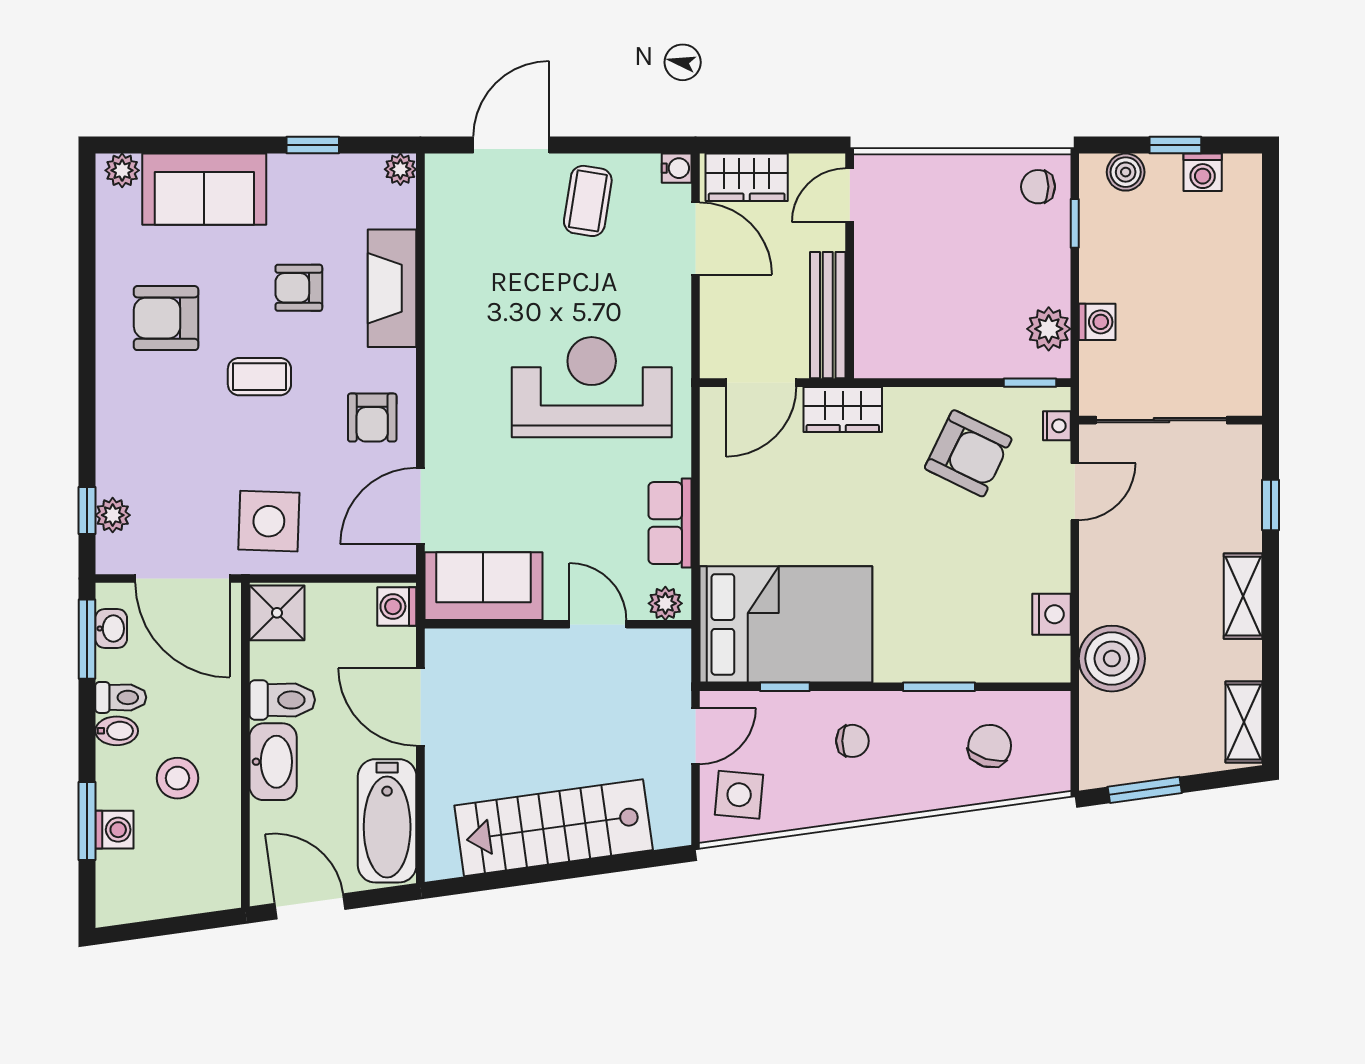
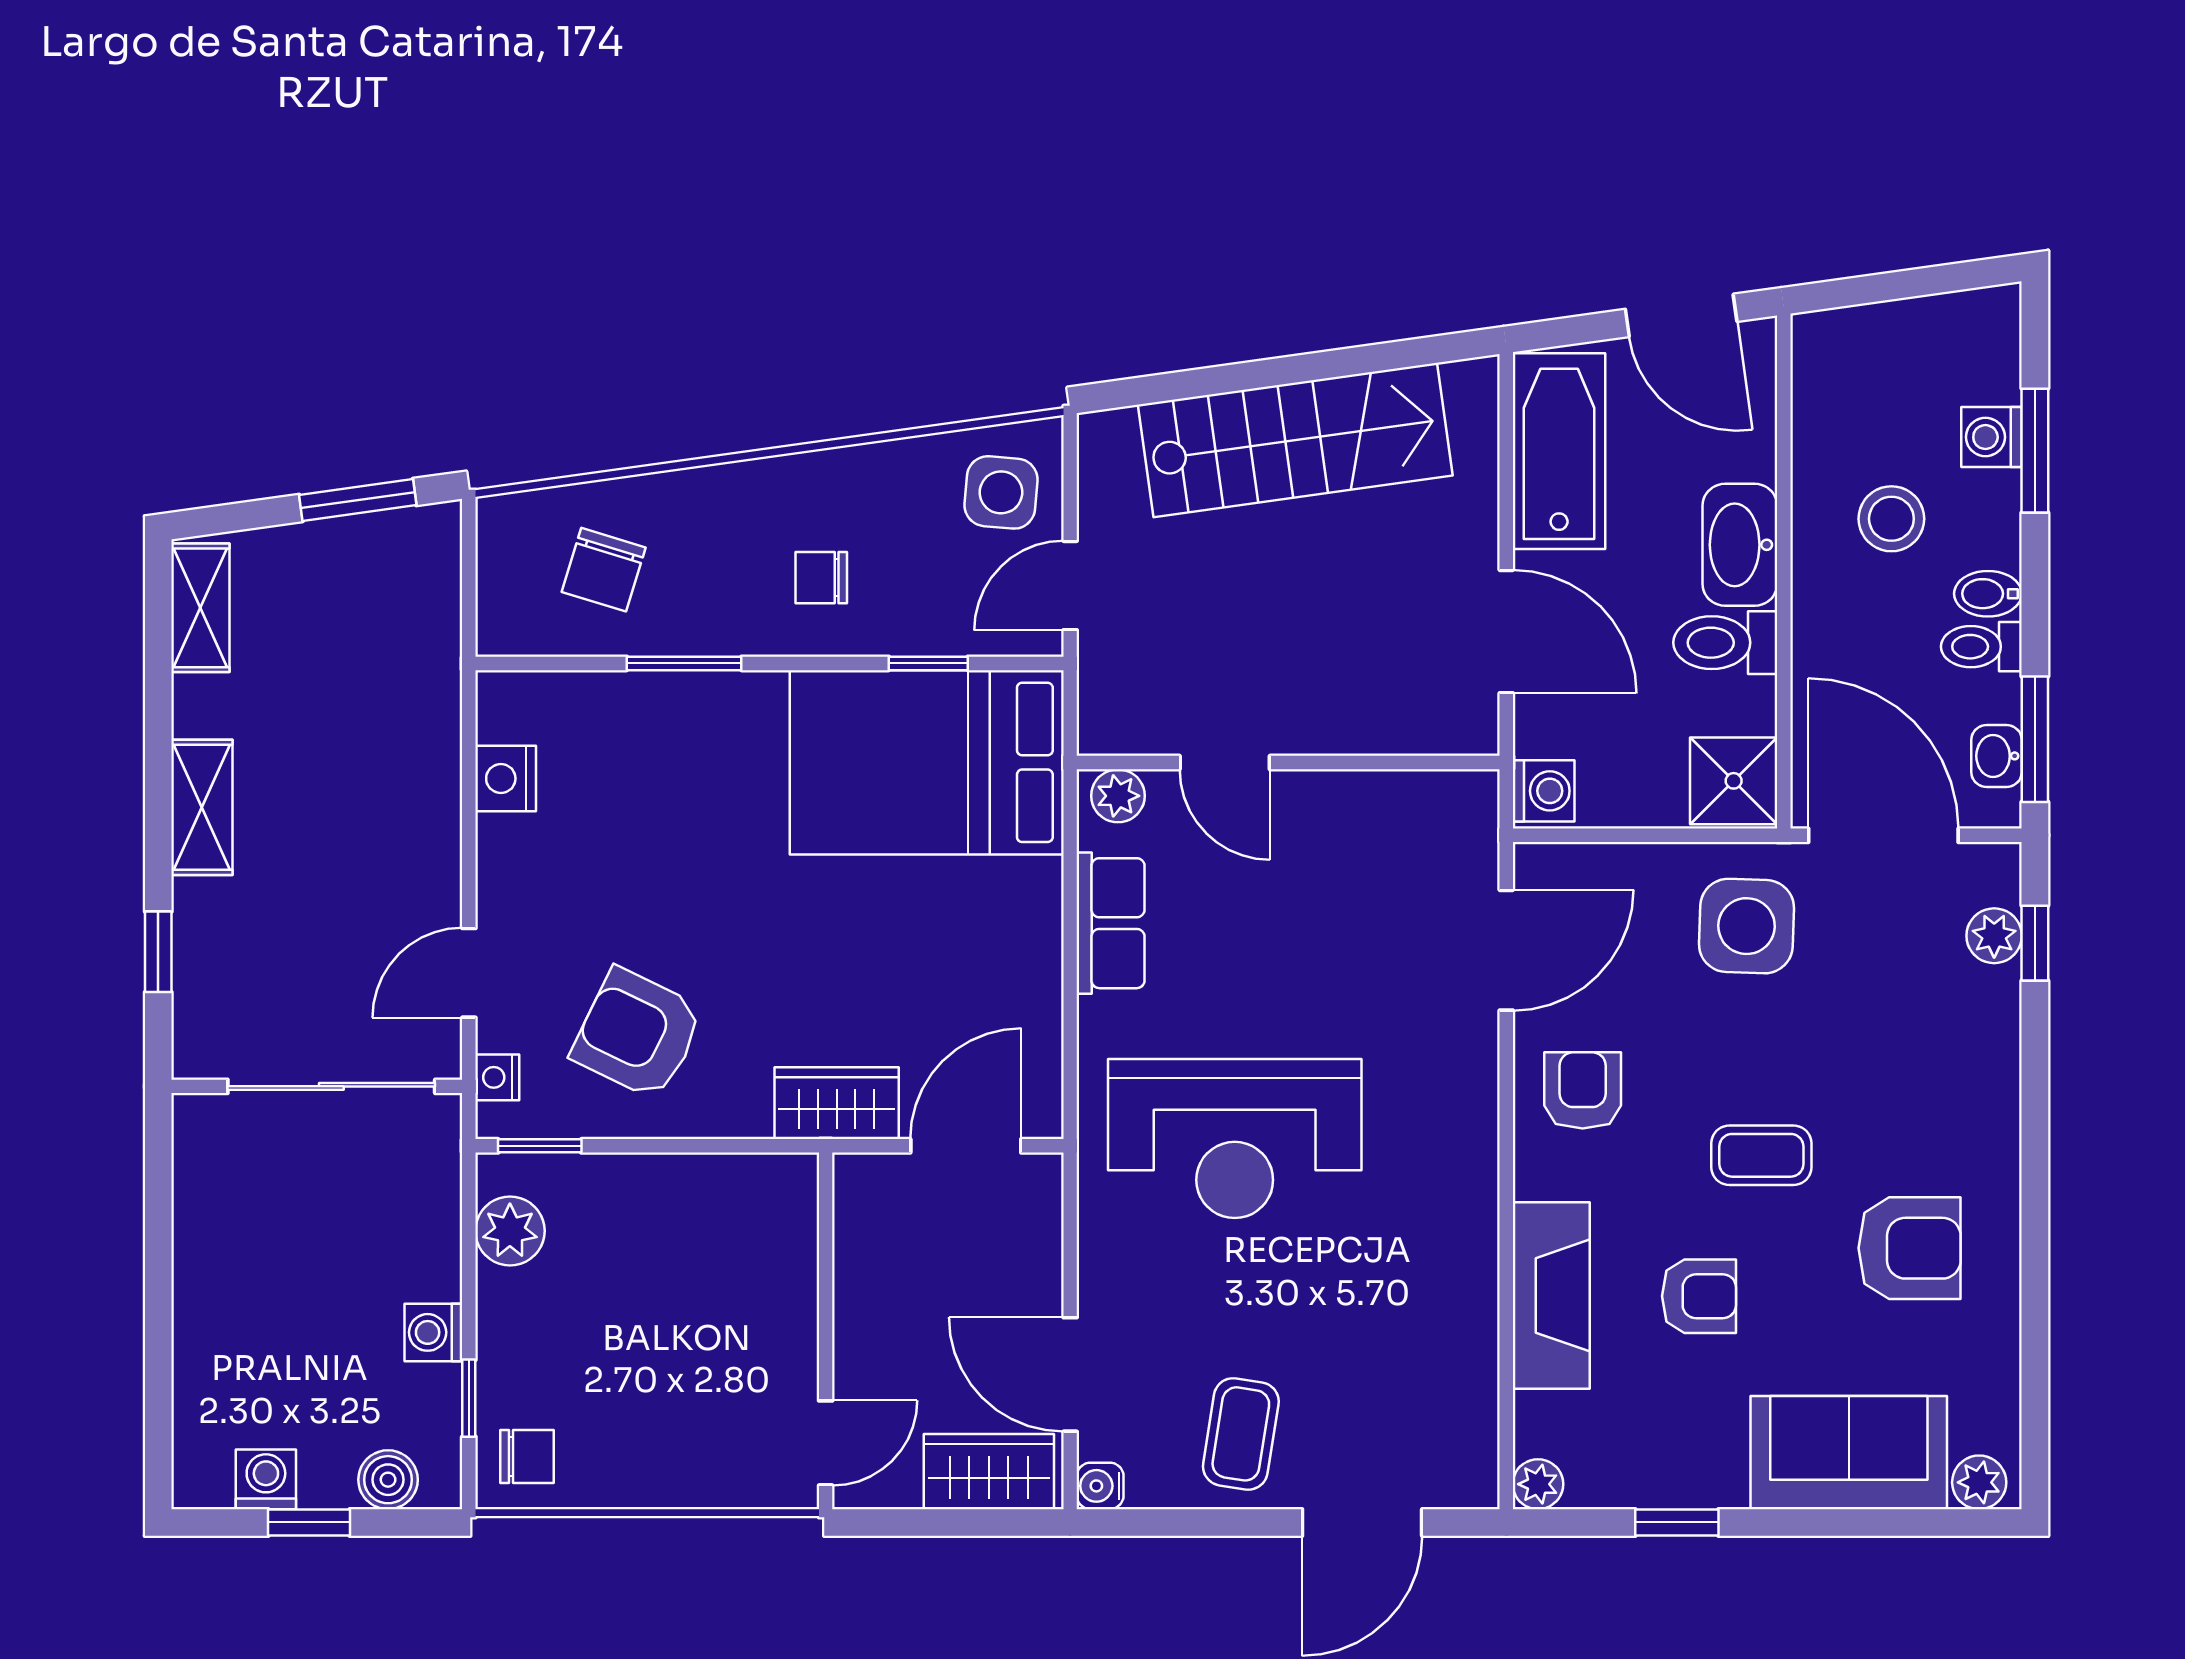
bench: (828, 315) -> (860, 1253), removed
washing machine: (1097, 322) -> (433, 1332), moved
sofa: (483, 586) -> (1406, 823), removed
boiler: (1112, 659) -> (410, 708), removed

